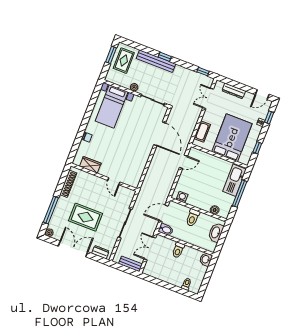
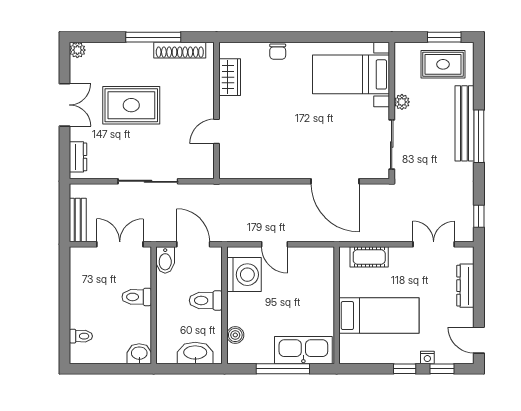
window: (165, 57) -> (479, 136), width x2.17
door: (160, 134) -> (335, 181), hinge flipped
bed: (232, 138) -> (379, 316), width x0.67
window: (257, 148) -> (405, 369), moved
door: (183, 162) -> (274, 244), moved
washing machine: (182, 197) -> (244, 275), width x1.89, depth x1.89
window: (51, 210) -> (153, 37), moved
rug: (86, 217) -> (131, 105), turned 90
double door: (73, 249) -> (65, 105), width x0.73

